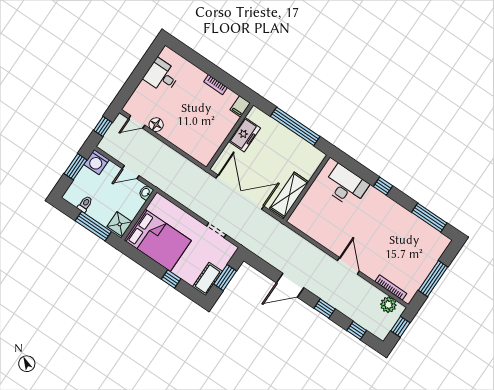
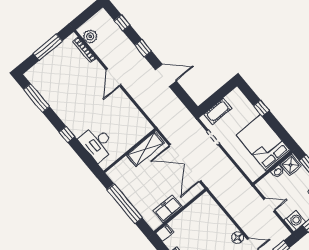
washbasin: (146, 192) -> (277, 172), moved
window: (225, 278) -> (217, 97), removed
cot: (208, 279) -> (218, 111), moved
window: (400, 327) -> (86, 16), removed

